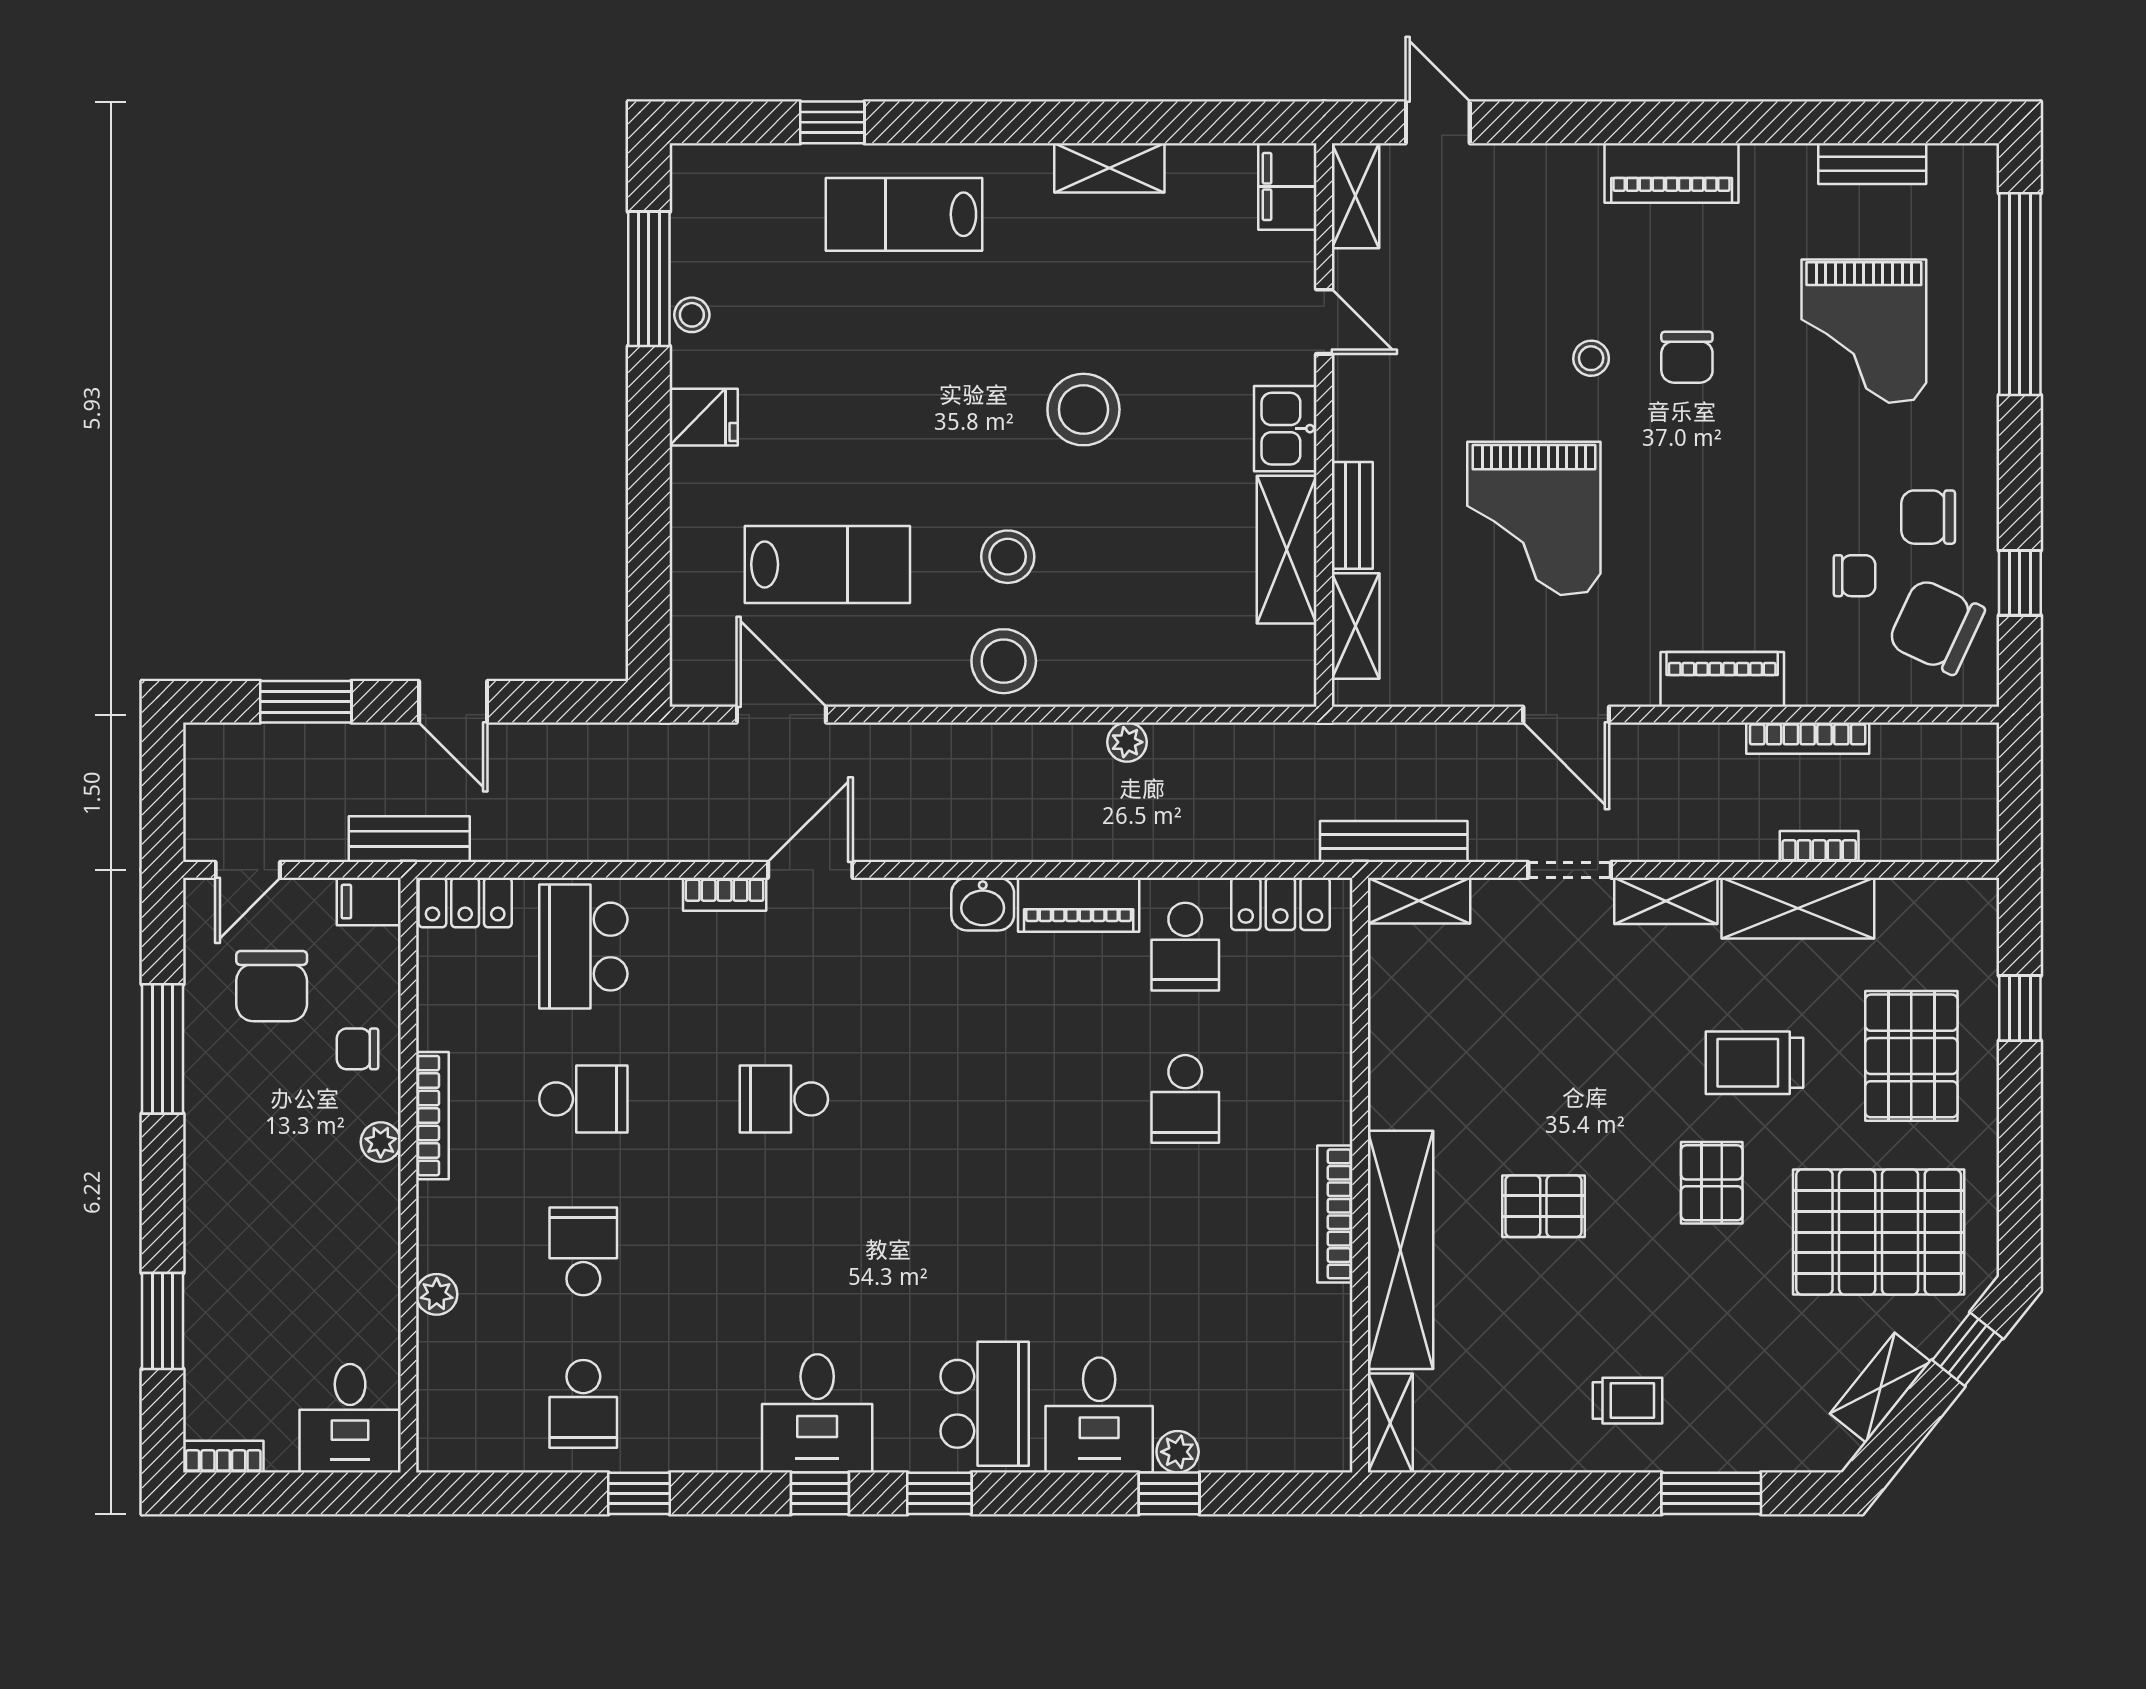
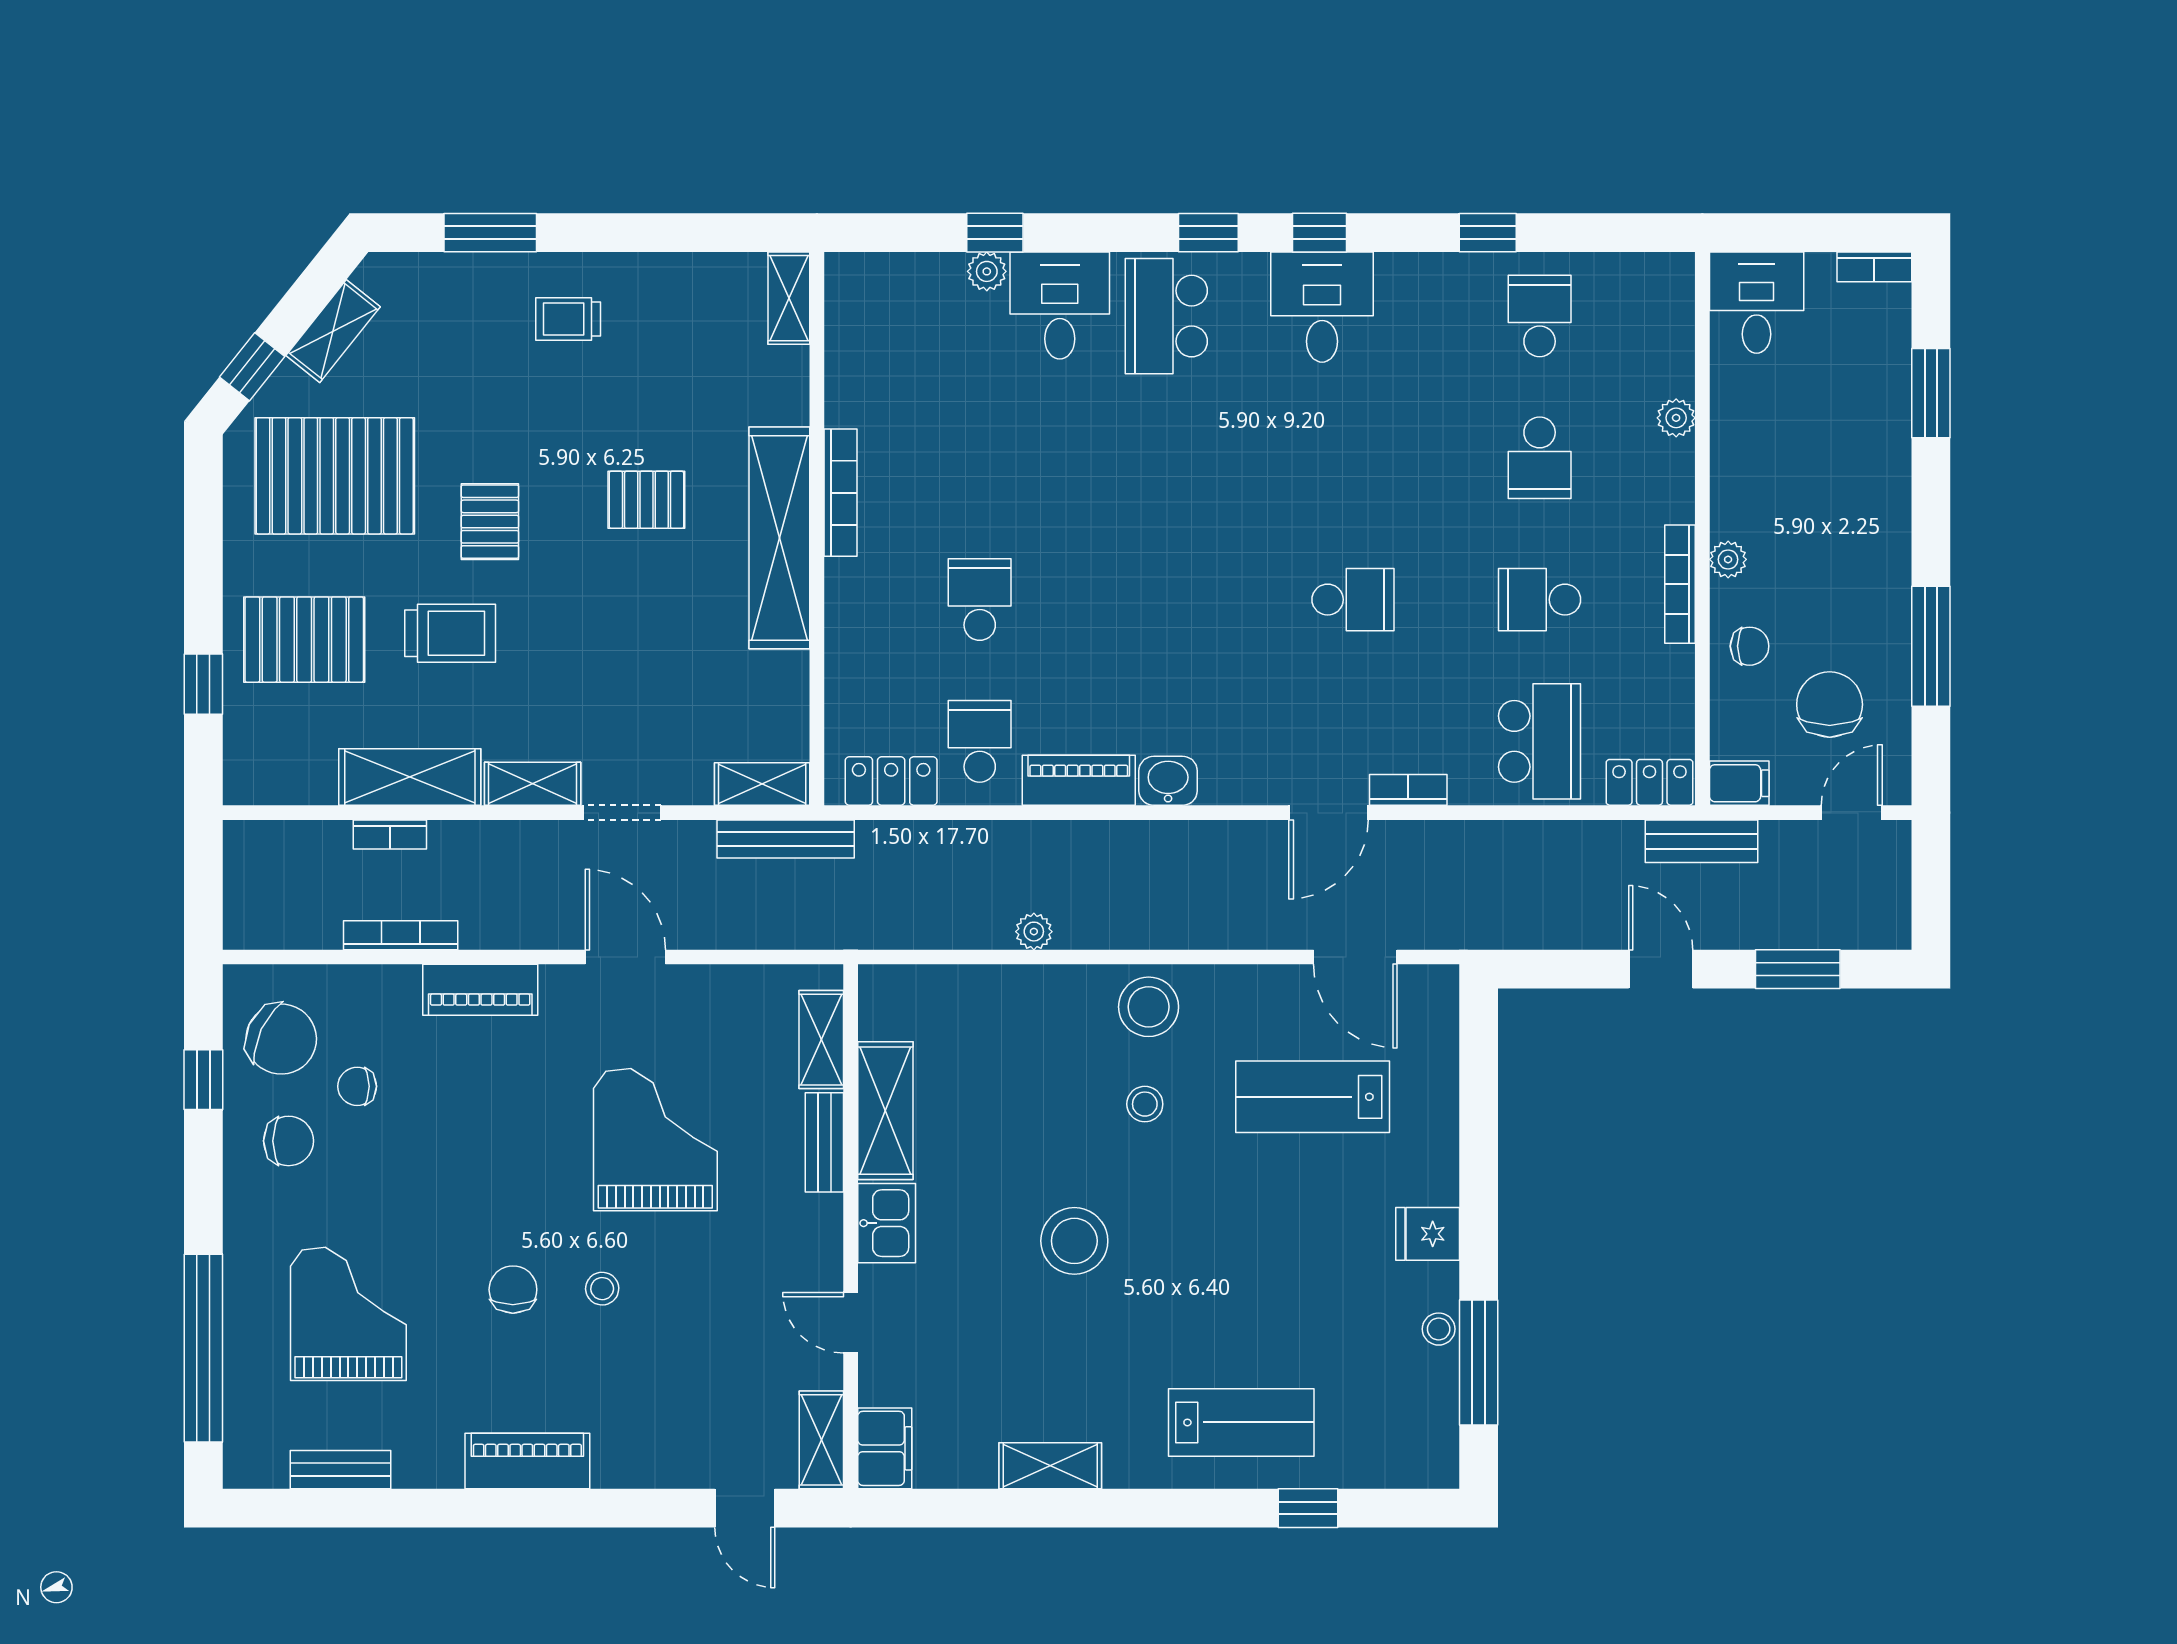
stool: (1008, 557) -> (1145, 1104), width x0.73, depth x0.73
pallet: (1911, 1056) -> (304, 640), turned 90
shelving: (1401, 1250) -> (779, 538), moved

